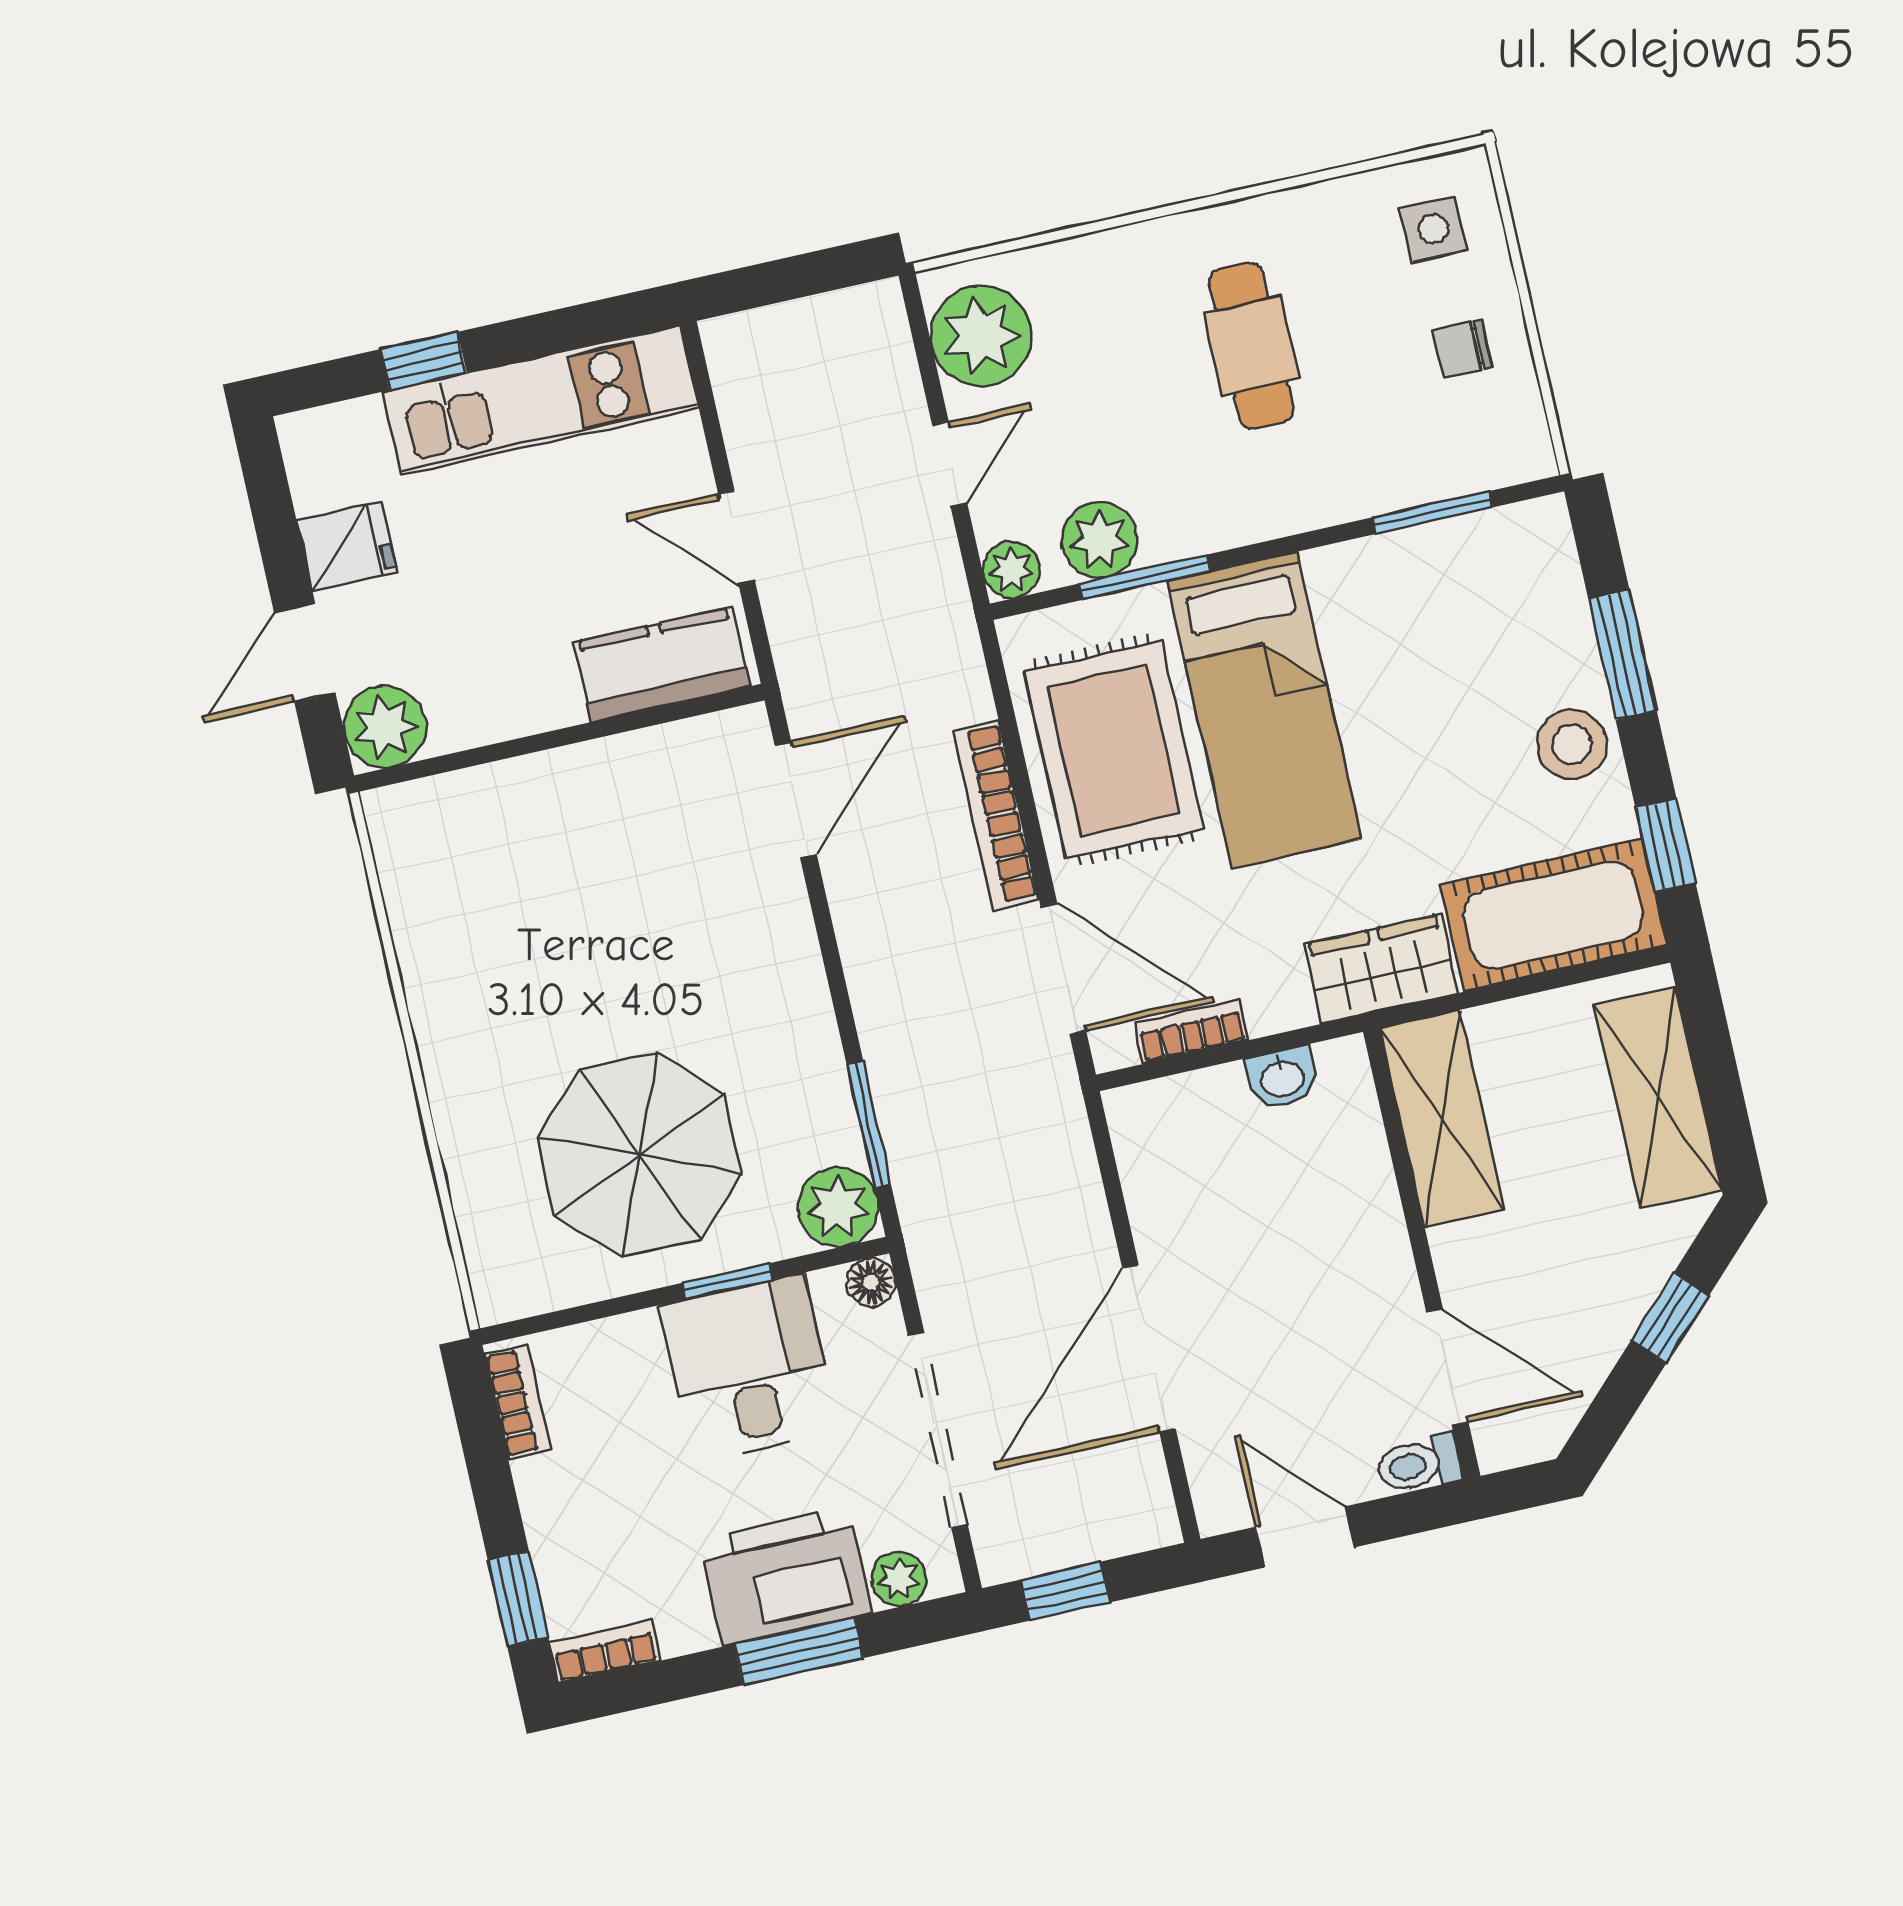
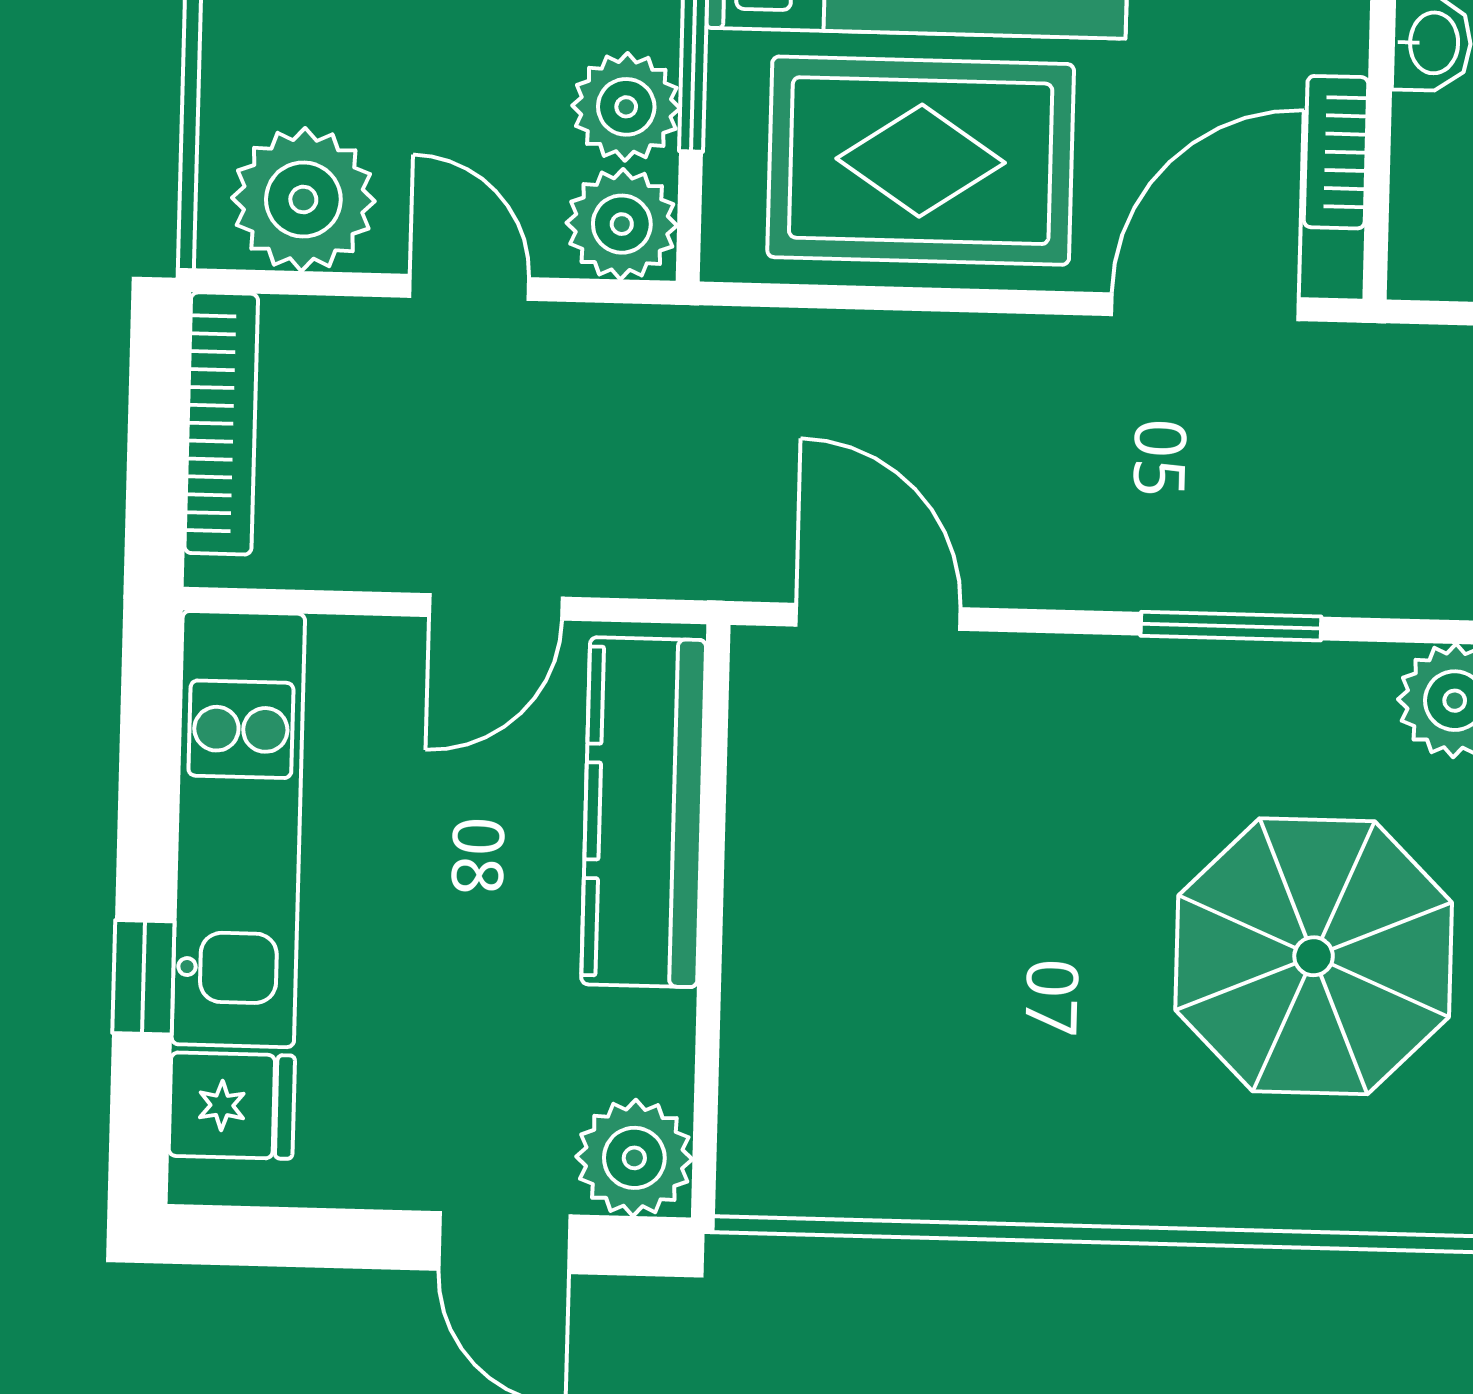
fridge: (347, 547) -> (232, 1106), moved, turned 90
plant: (1011, 570) -> (622, 224), width x1.38, depth x1.38
kitchen counter: (662, 664) -> (644, 812), width x1.50
bookcase: (996, 815) -> (221, 423), moved, turned -90
window: (869, 1124) -> (1231, 626), moved

